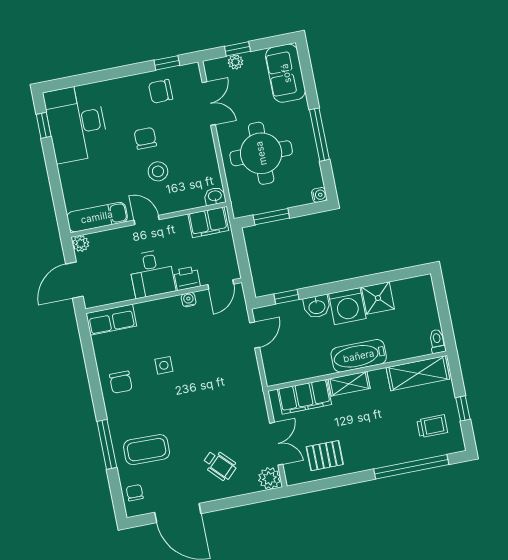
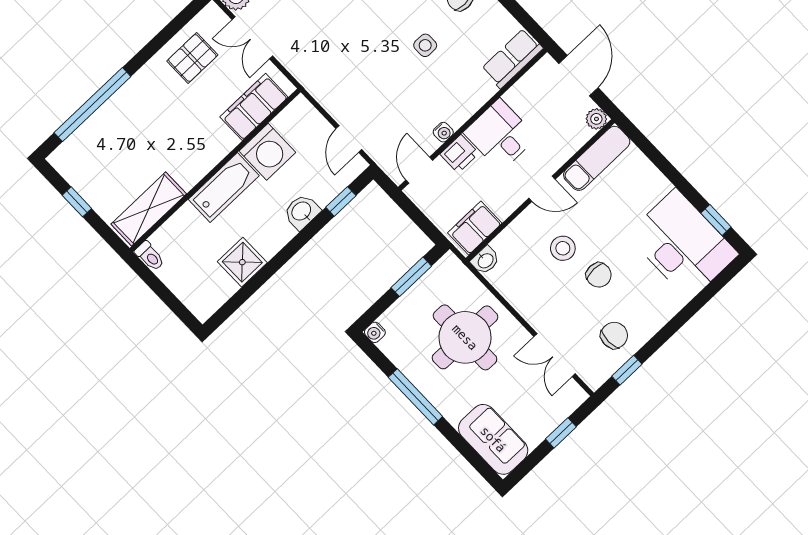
plant: (235, 62) -> (554, 417), removed
washing machine: (347, 306) -> (267, 152), moved, turned 180
shelving: (349, 384) -> (215, 151), removed
trolley: (432, 426) -> (98, 162), removed

